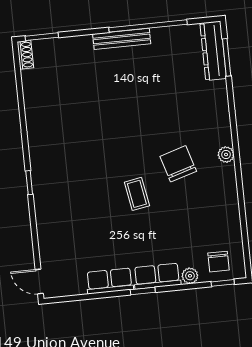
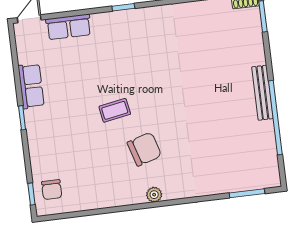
dresser: (213, 51) -> (253, 180), removed
chair: (219, 262) -> (52, 190), turned -90
row of seats: (157, 276) -> (69, 27), moved, turned 90
plant: (190, 276) -> (38, 163), removed

